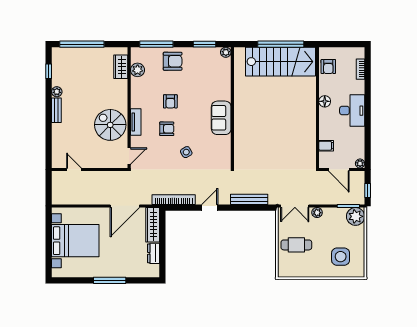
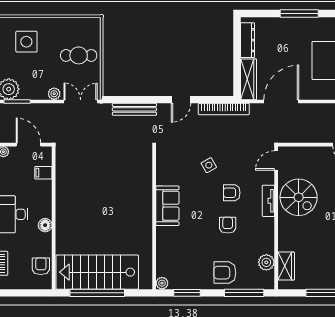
dresser: (153, 253) -> (247, 40), width x1.44

